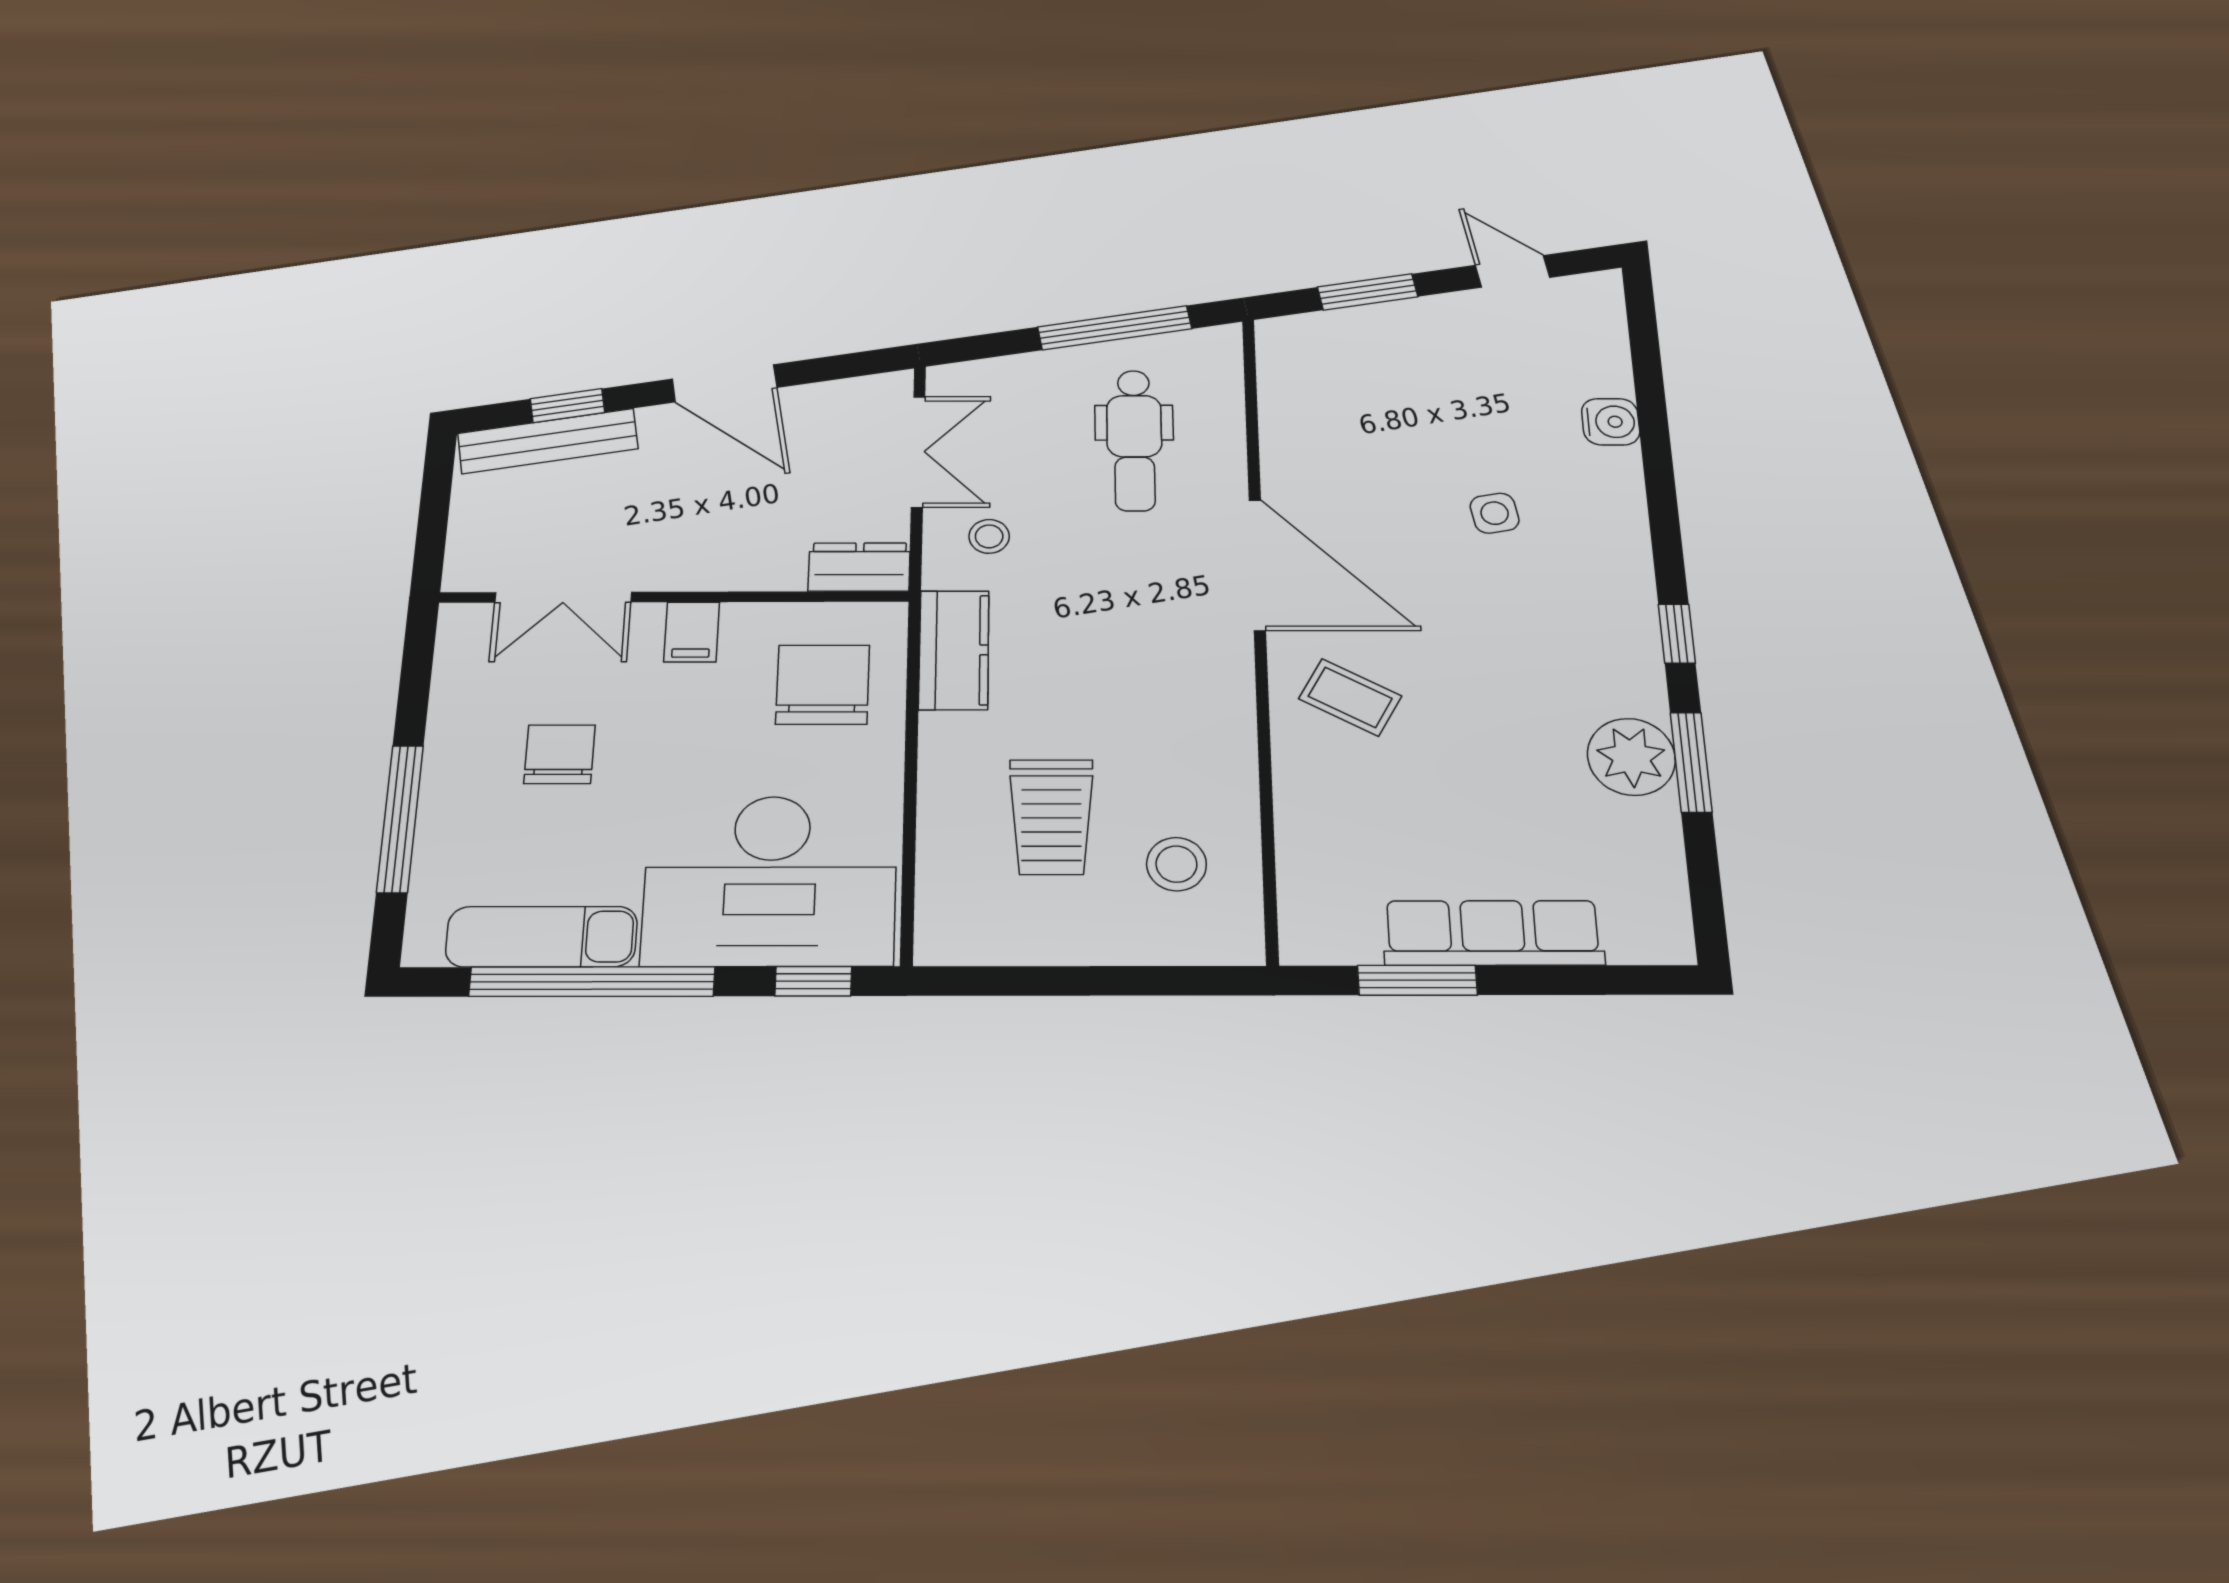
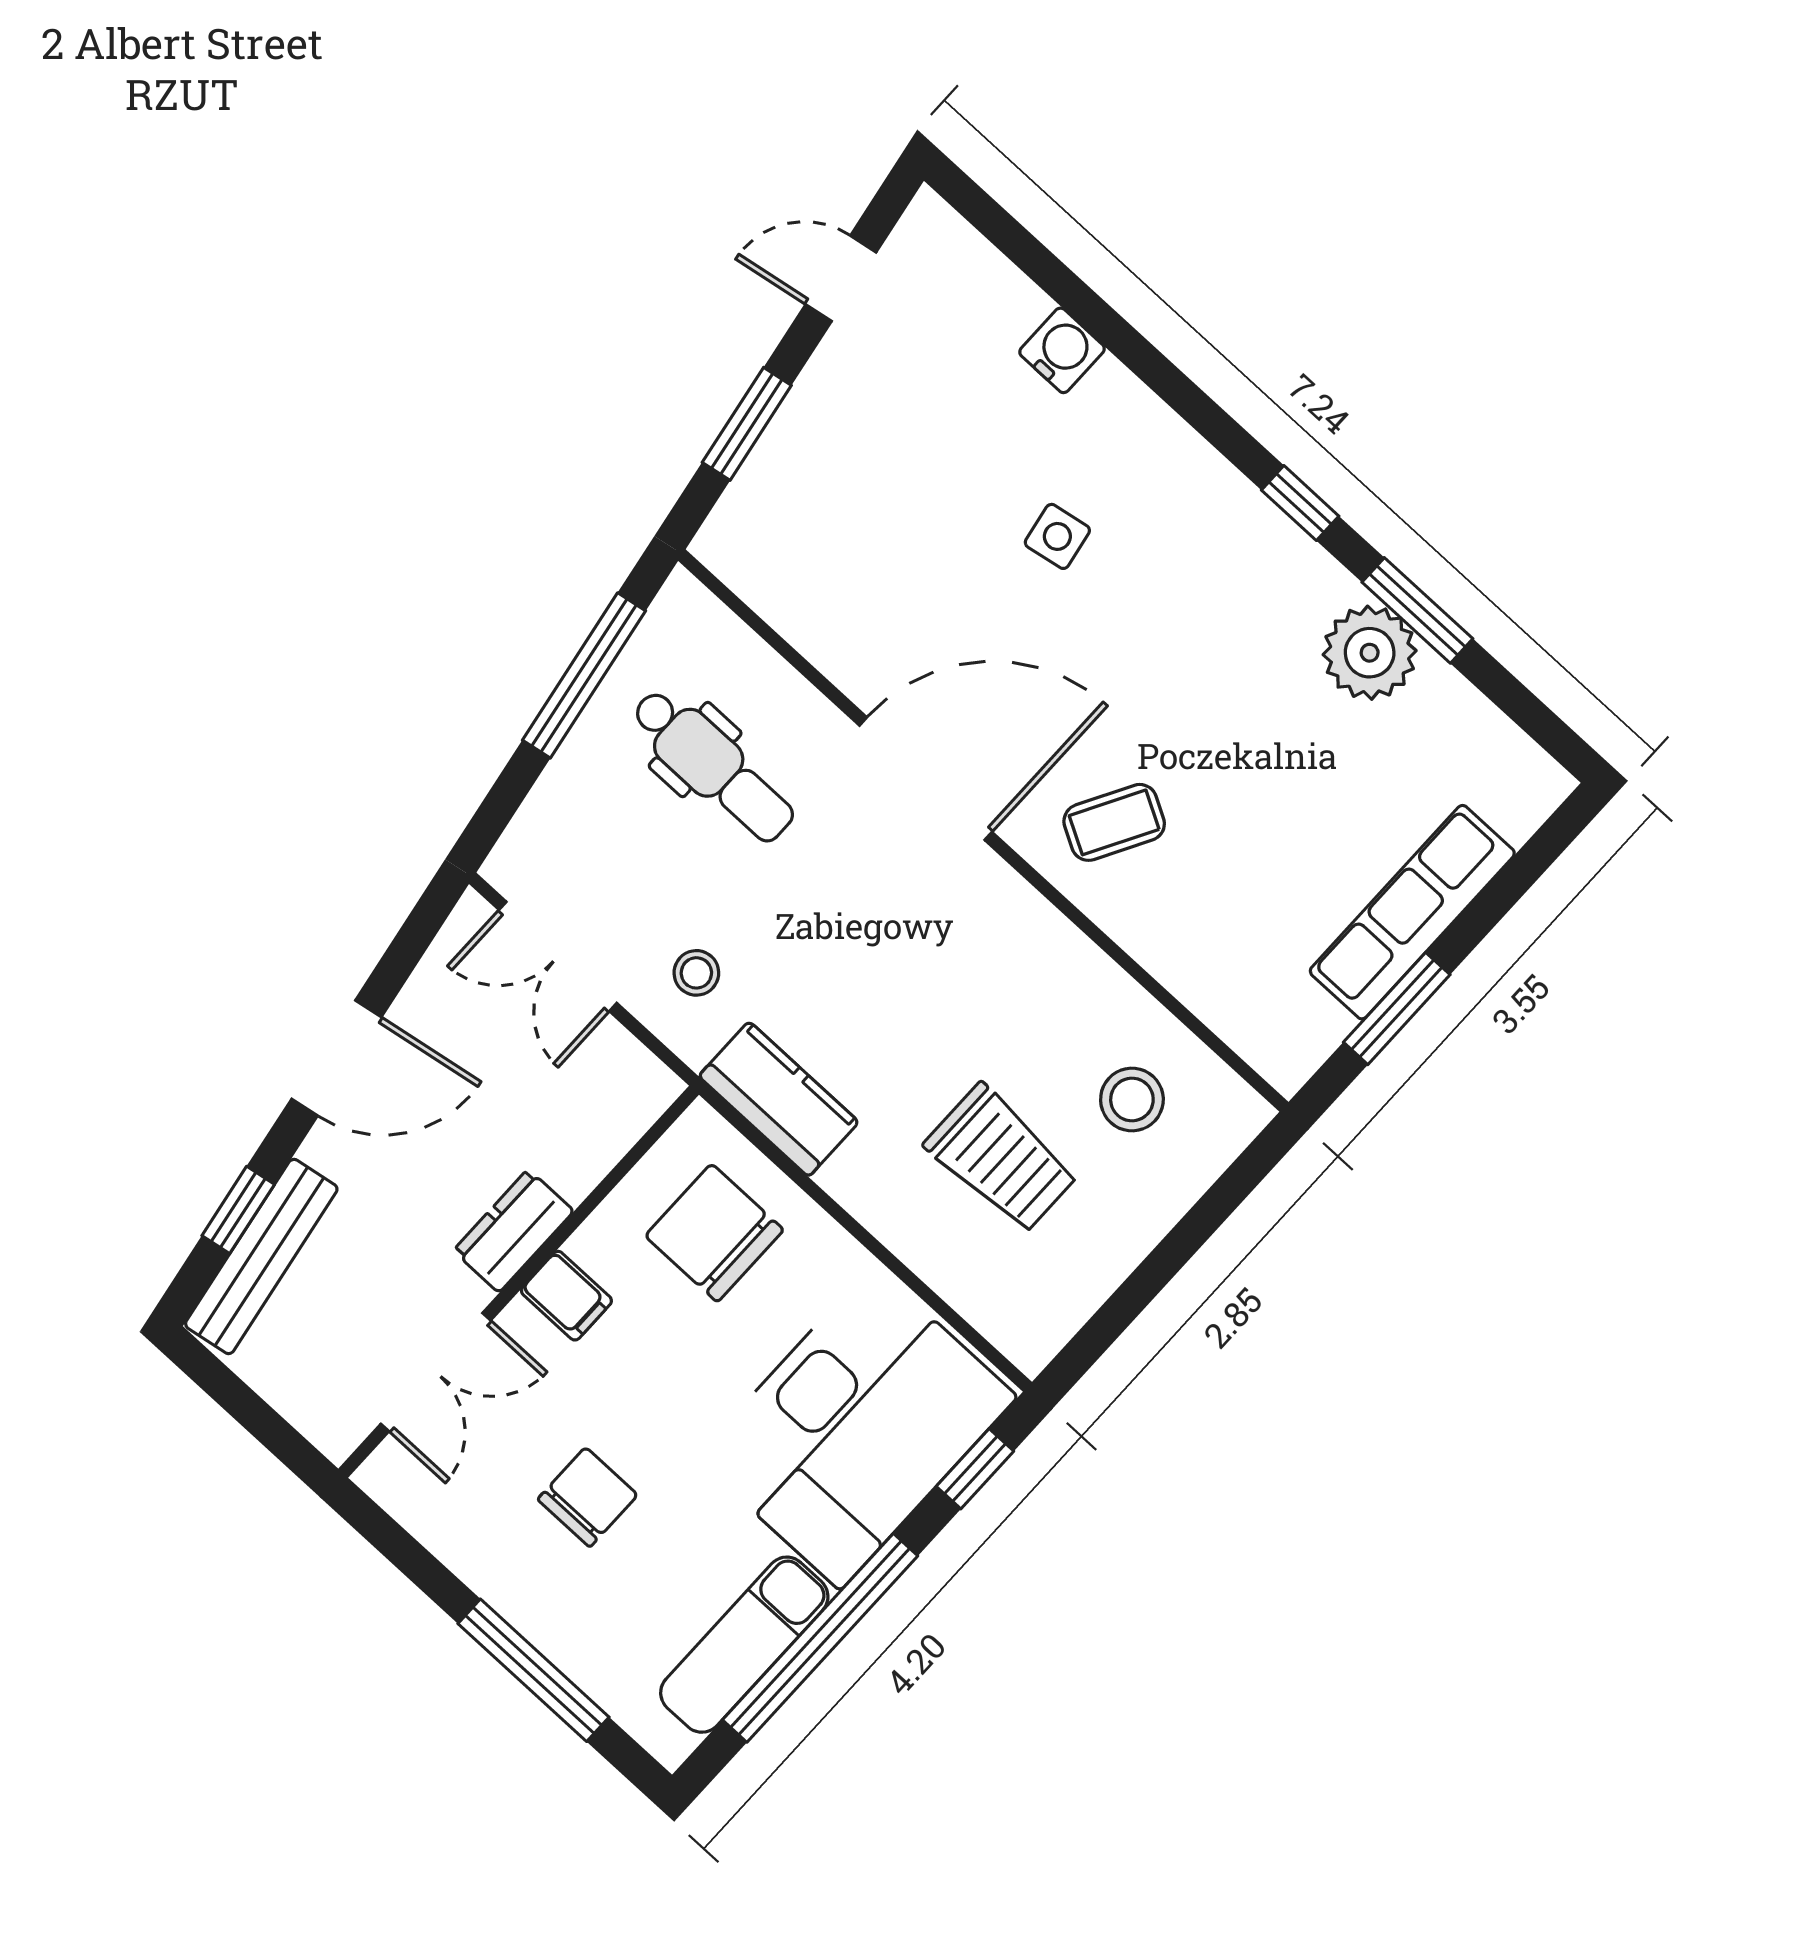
double door: (918, 452) -> (558, 956), swing flipped
dresser: (859, 567) -> (514, 1231), moved
chair: (560, 754) -> (588, 1497), turned 90

